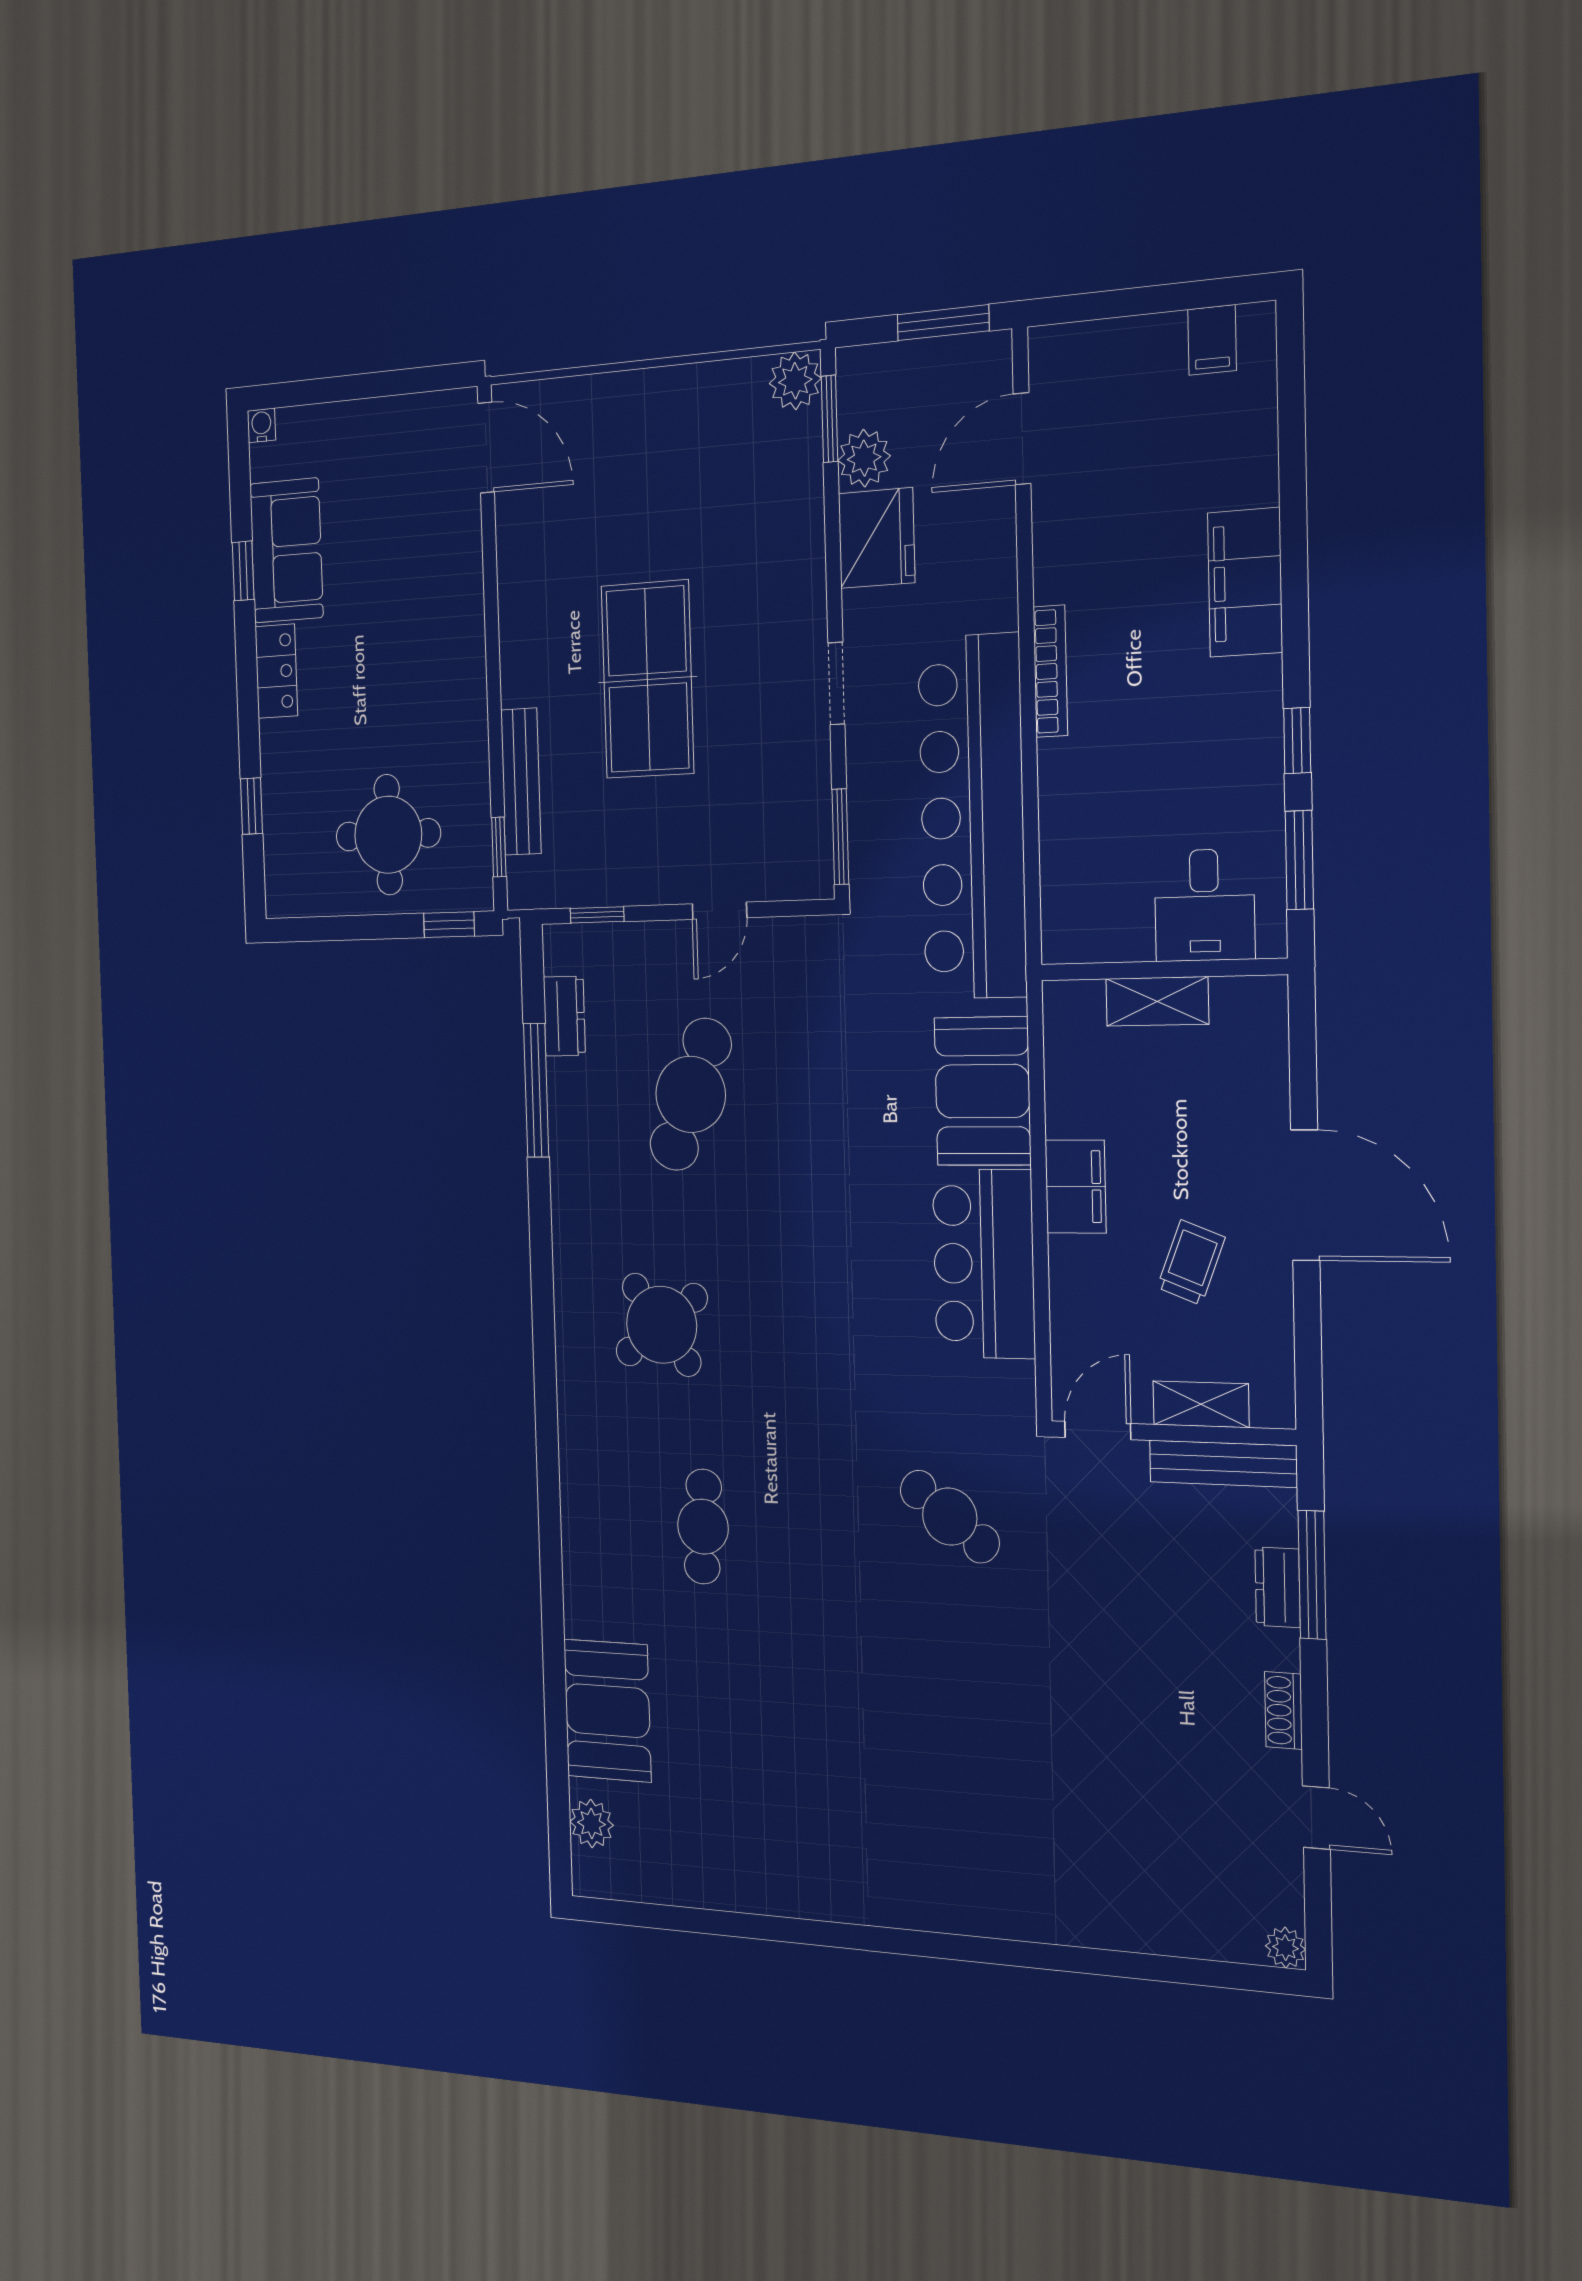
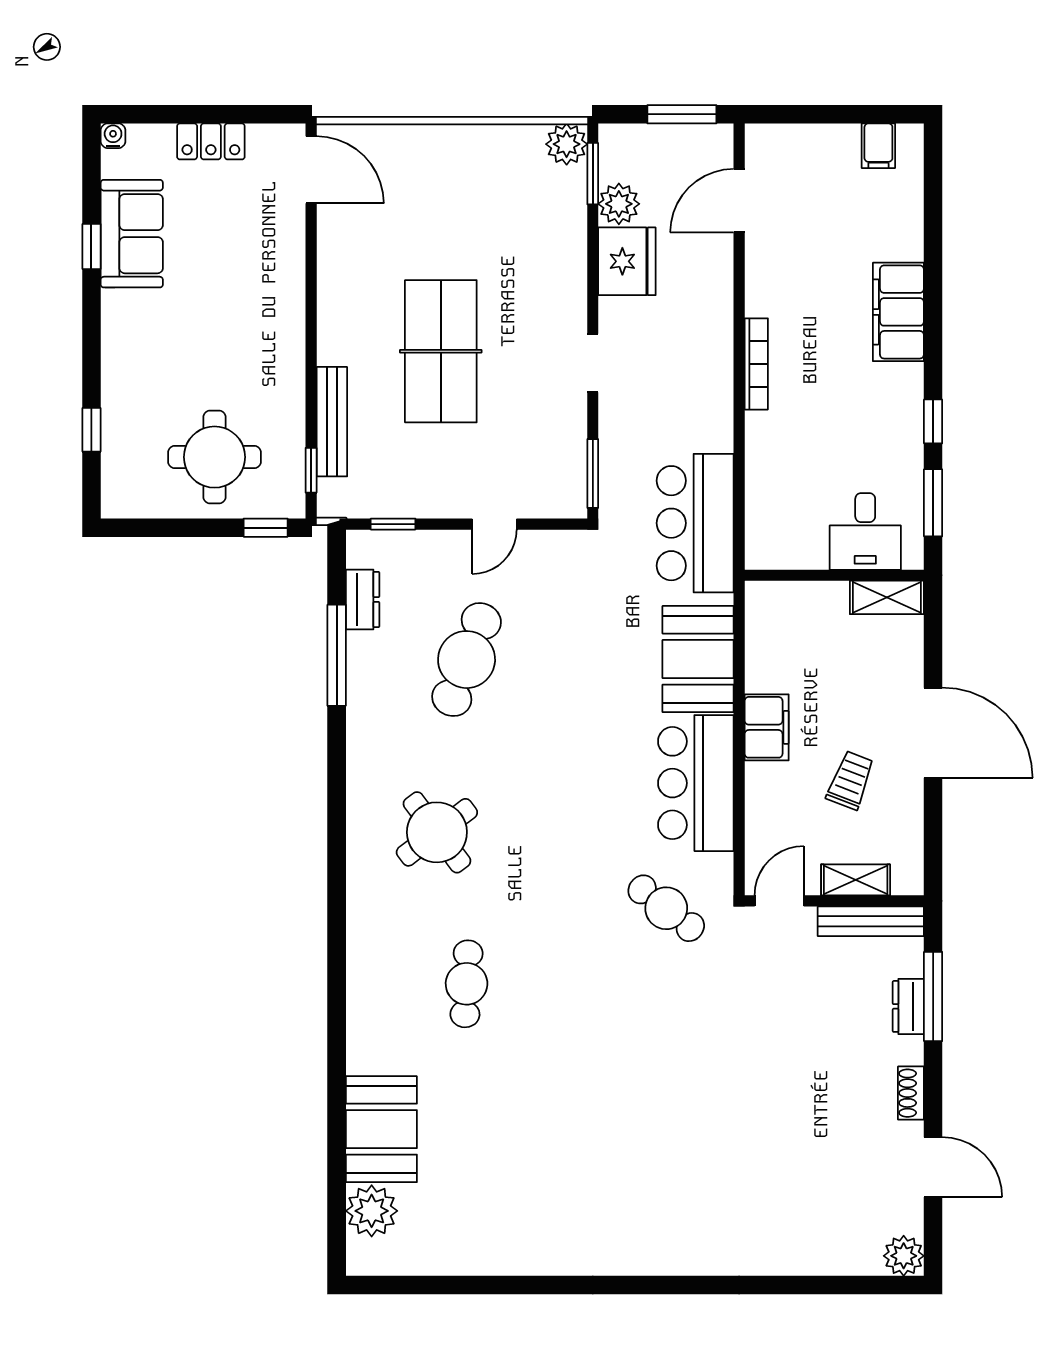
locker: (276, 671) -> (211, 141), moved, turned 90
bar counter: (972, 817) -> (695, 523), width x0.54
shelving: (1157, 1001) -> (887, 597), moved
cafe table: (950, 1517) -> (666, 908), moved
door: (1316, 1818) -> (933, 1167), width x1.38
plant: (591, 1823) -> (372, 1211), width x1.36, depth x1.36
plant: (1285, 1948) -> (904, 1256), width x1.38, depth x1.38

